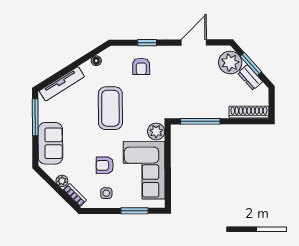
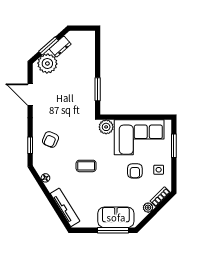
window: (147, 43) -> (30, 145), moved
armchair: (141, 66) -> (50, 139), turned 113
coffee table: (110, 108) -> (86, 166), width x0.54, depth x0.58
shoe rack: (249, 112) -> (90, 48), removed
window: (35, 117) -> (113, 230), moved
window: (200, 121) -> (98, 89), width x0.69

